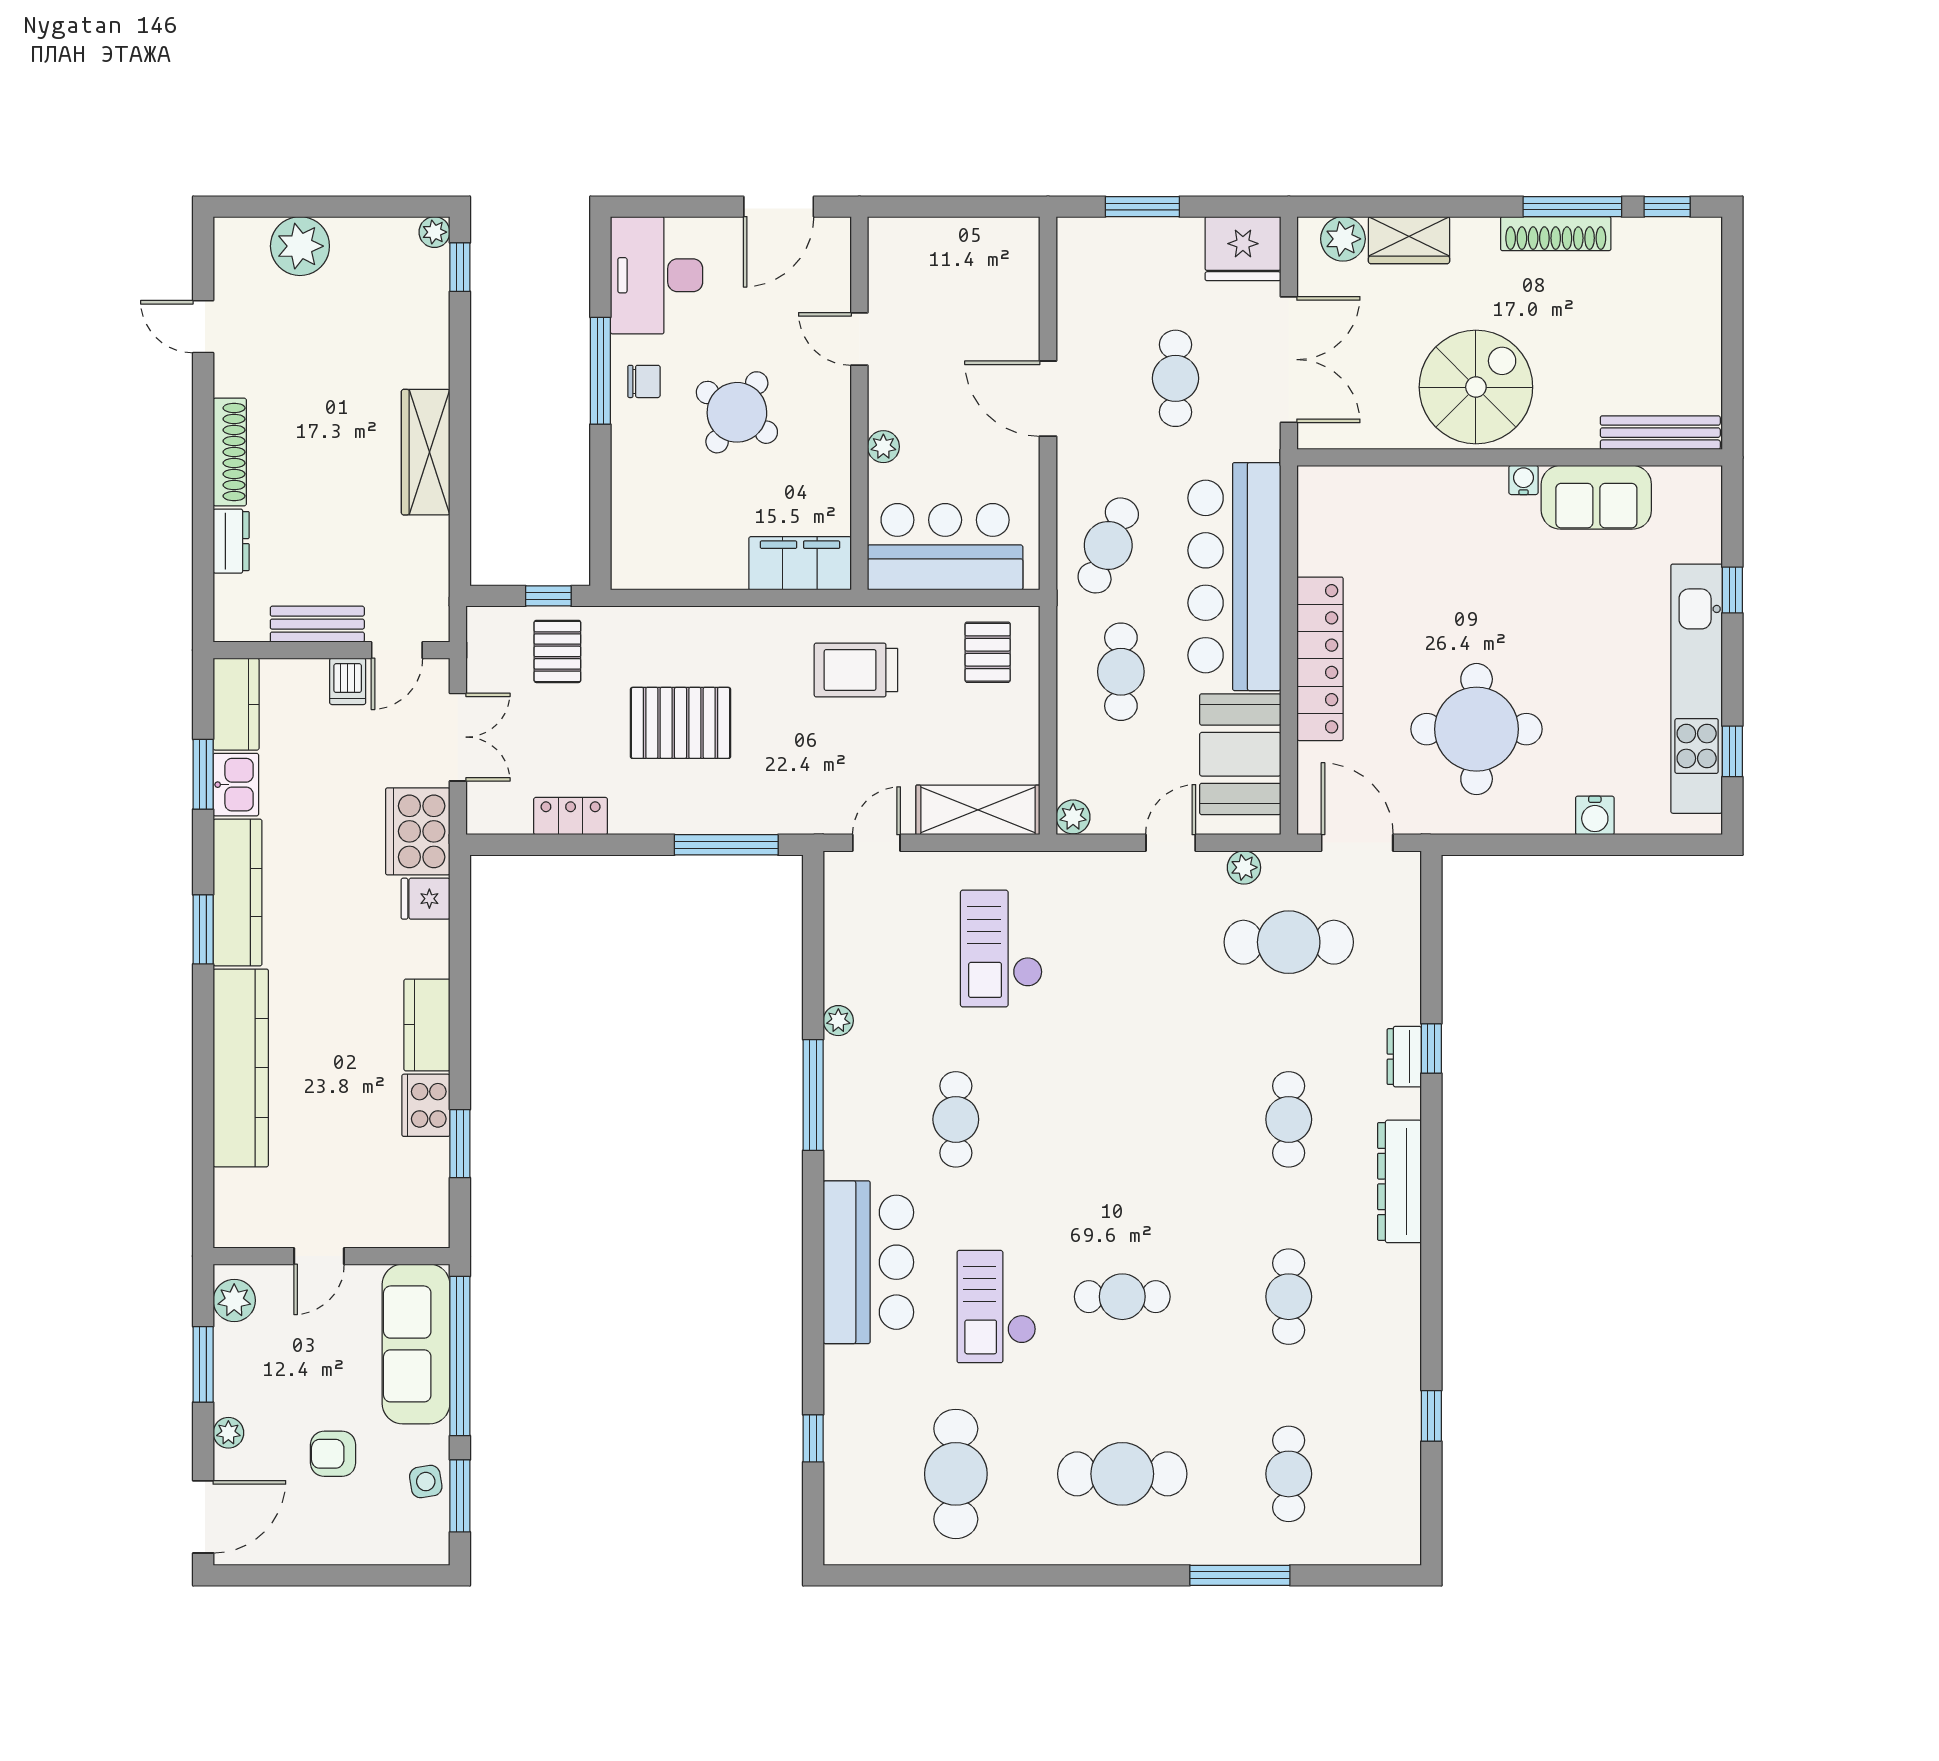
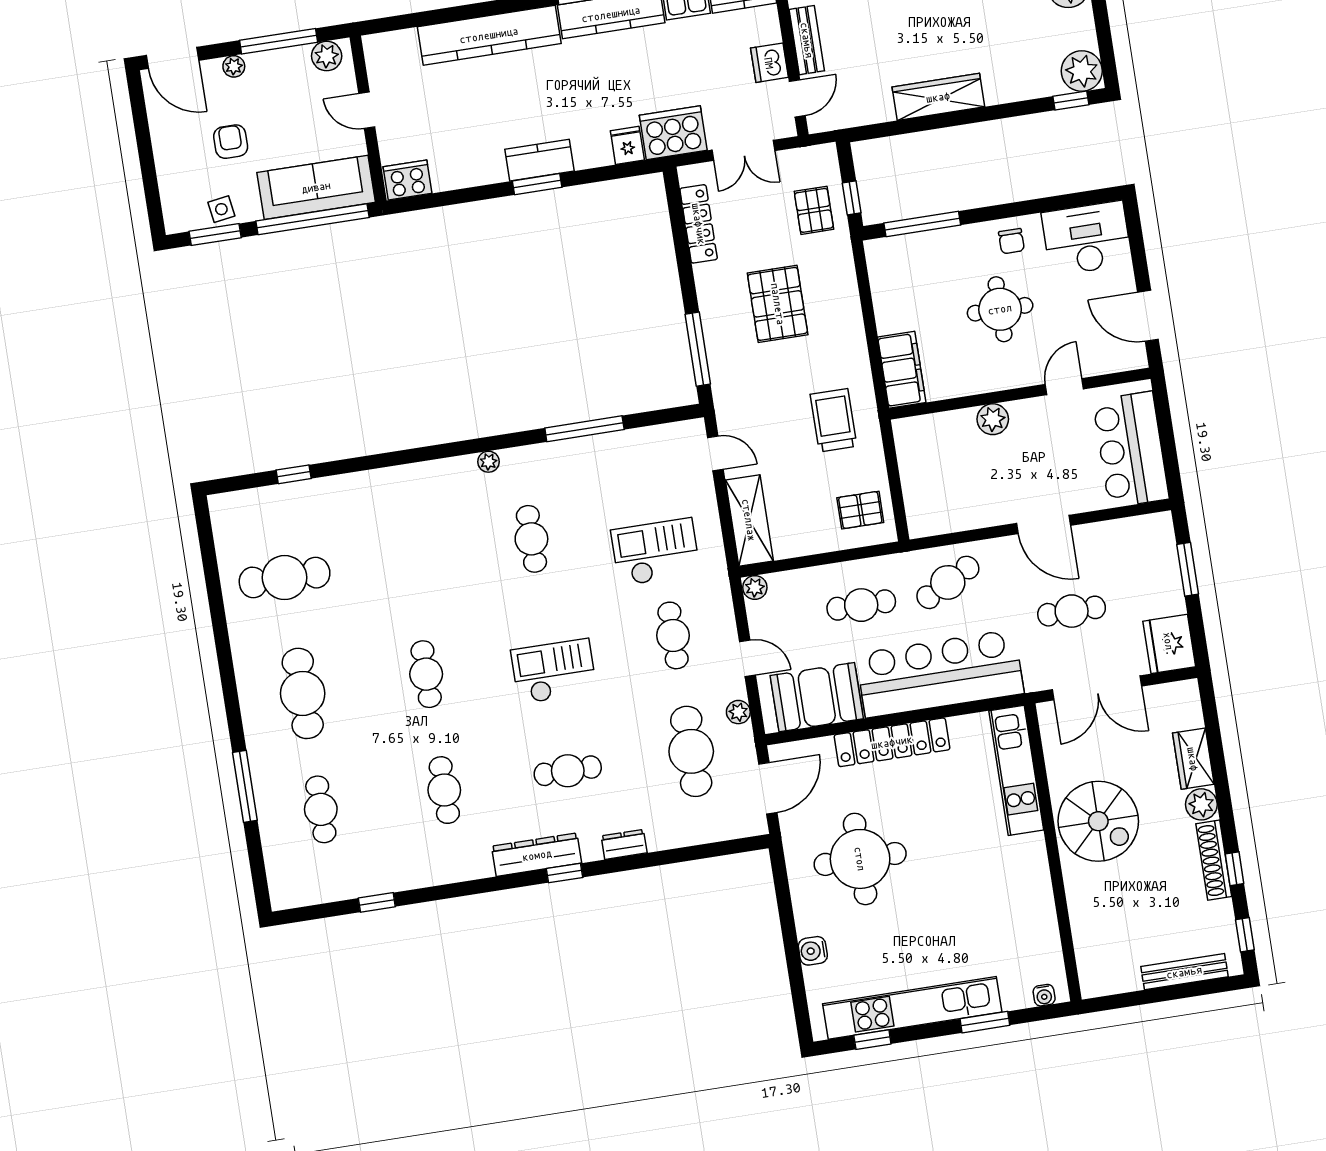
window: (1572, 207) -> (1234, 869), width x0.46
plant: (434, 232) -> (1082, 71), width x1.87, depth x1.87
plant: (1343, 239) -> (1201, 804), moved
window: (600, 371) -> (922, 224), moved
door: (1048, 399) -> (1044, 524), swing flipped
round table: (737, 412) -> (1000, 309), turned -34
bench: (1660, 433) -> (1184, 972), moved, turned 90
plant: (883, 447) -> (993, 419), width x1.38, depth x1.38
water cooler: (1523, 480) -> (1044, 995), moved, turned 90
kitchen unit: (1387, 491) -> (1016, 770), added
sofa: (1596, 497) -> (1035, 917), removed
cafe table: (1108, 545) -> (948, 582), turned -51
bar counter: (945, 547) -> (1131, 450), moved, turned 180
window: (1732, 590) -> (985, 1022), width x1.50
door: (397, 650) -> (797, 98), swing flipped
pallet: (557, 651) -> (814, 210), turned 90
dishwasher: (348, 681) -> (769, 63), width x1.38
locker: (571, 816) -> (699, 224), width x1.53
cafe table: (1122, 942) -> (673, 635), added
plant: (838, 1021) -> (489, 462), moved
window: (1431, 1048) -> (565, 873), moved
window: (813, 1095) -> (584, 429), moved
cooker: (426, 1105) -> (408, 180), moved
cafe table: (956, 1119) -> (531, 539), turned 90
window: (460, 1144) -> (537, 184), moved
bar counter: (868, 1262) -> (422, 494), removed
cafe table: (1289, 1297) -> (444, 790), turned 90
checkout: (996, 1307) -> (554, 671), moved
window: (203, 1364) -> (279, 41), width x1.44
cafe table: (1289, 1474) -> (321, 809), turned 90

